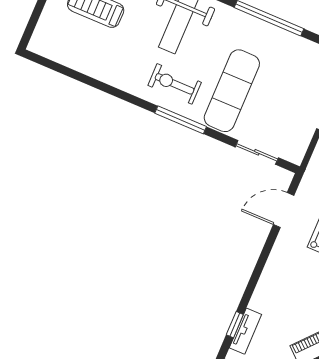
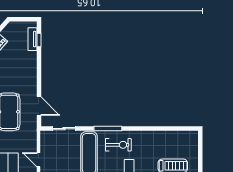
door: (284, 210) -> (39, 106), hinge flipped

